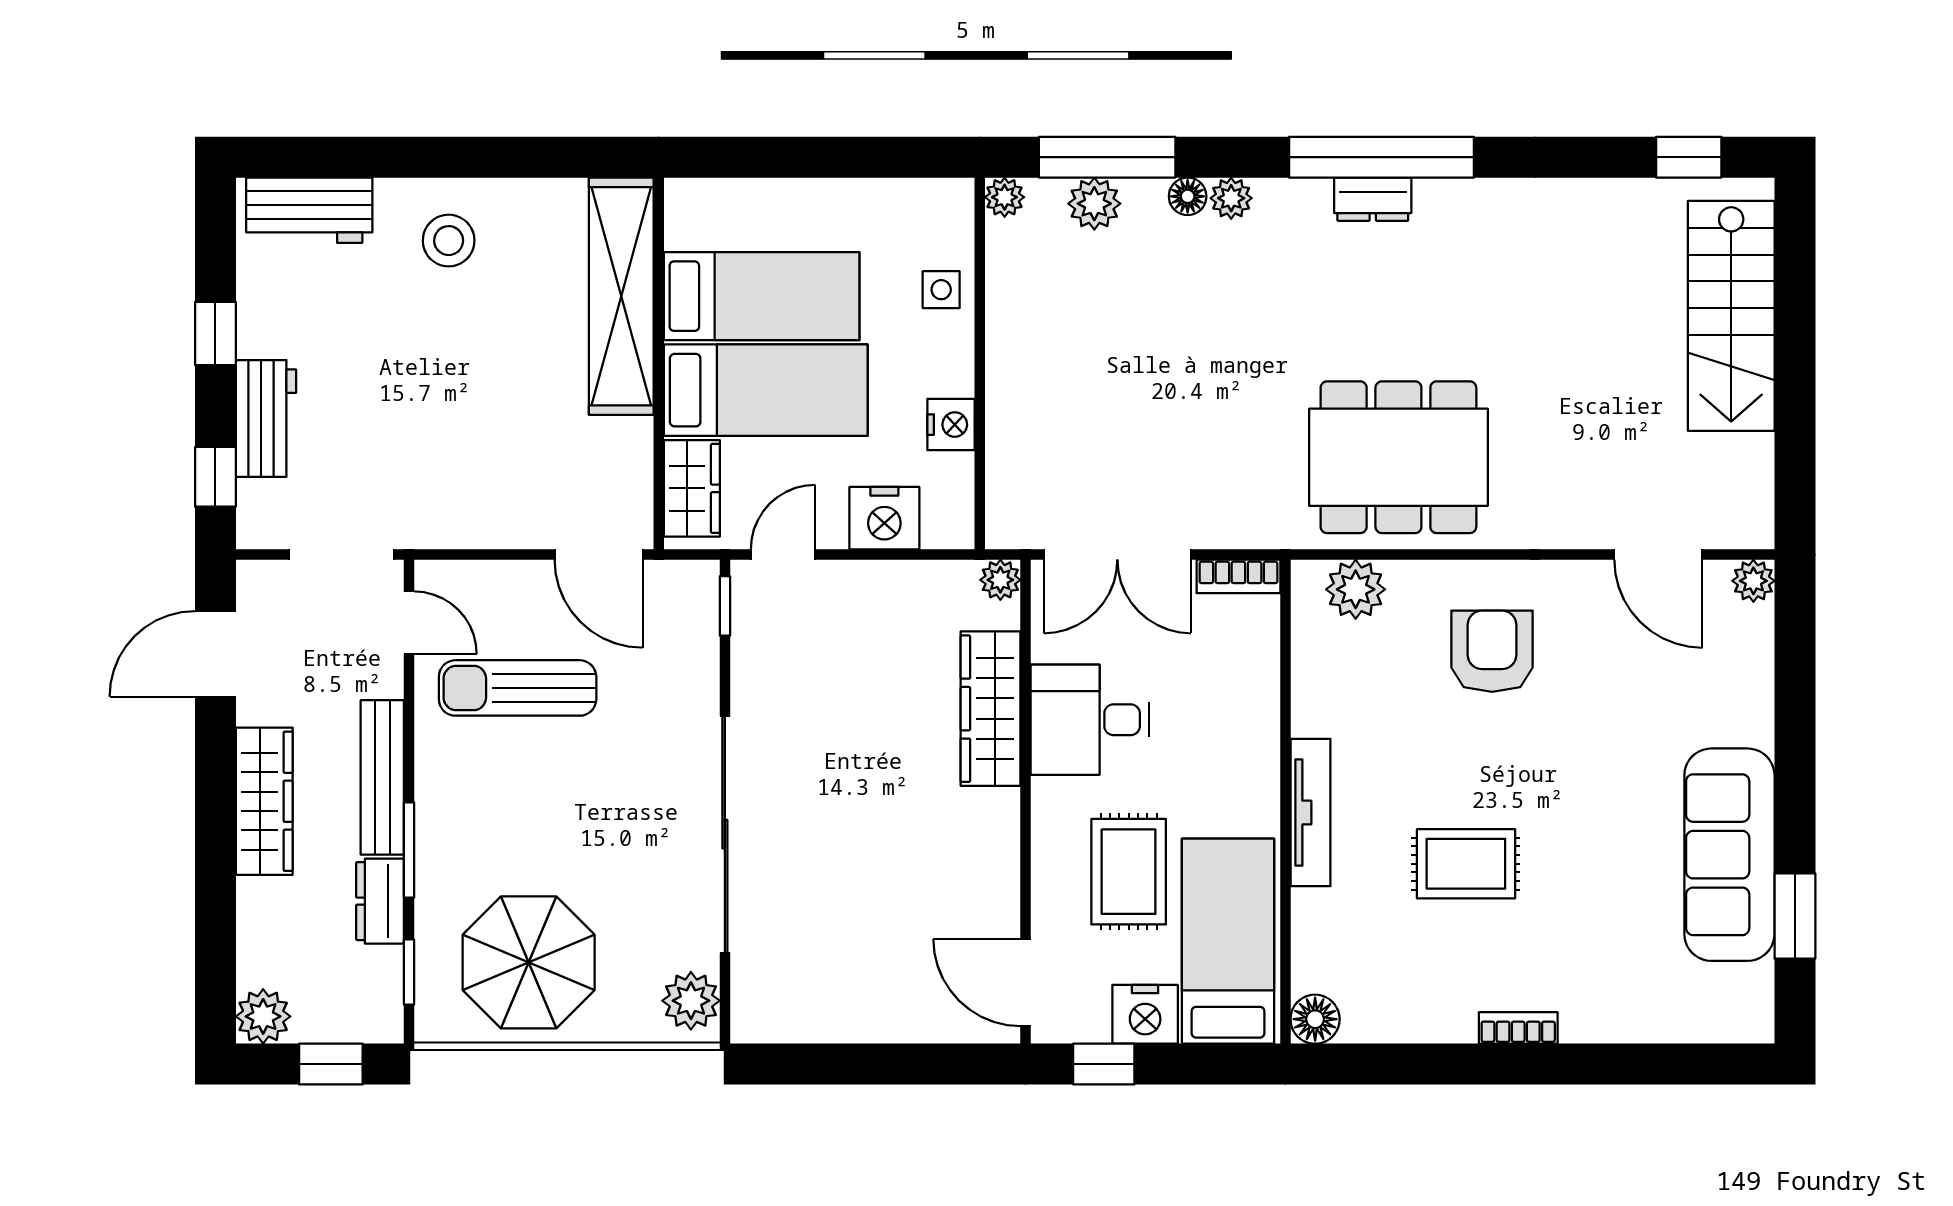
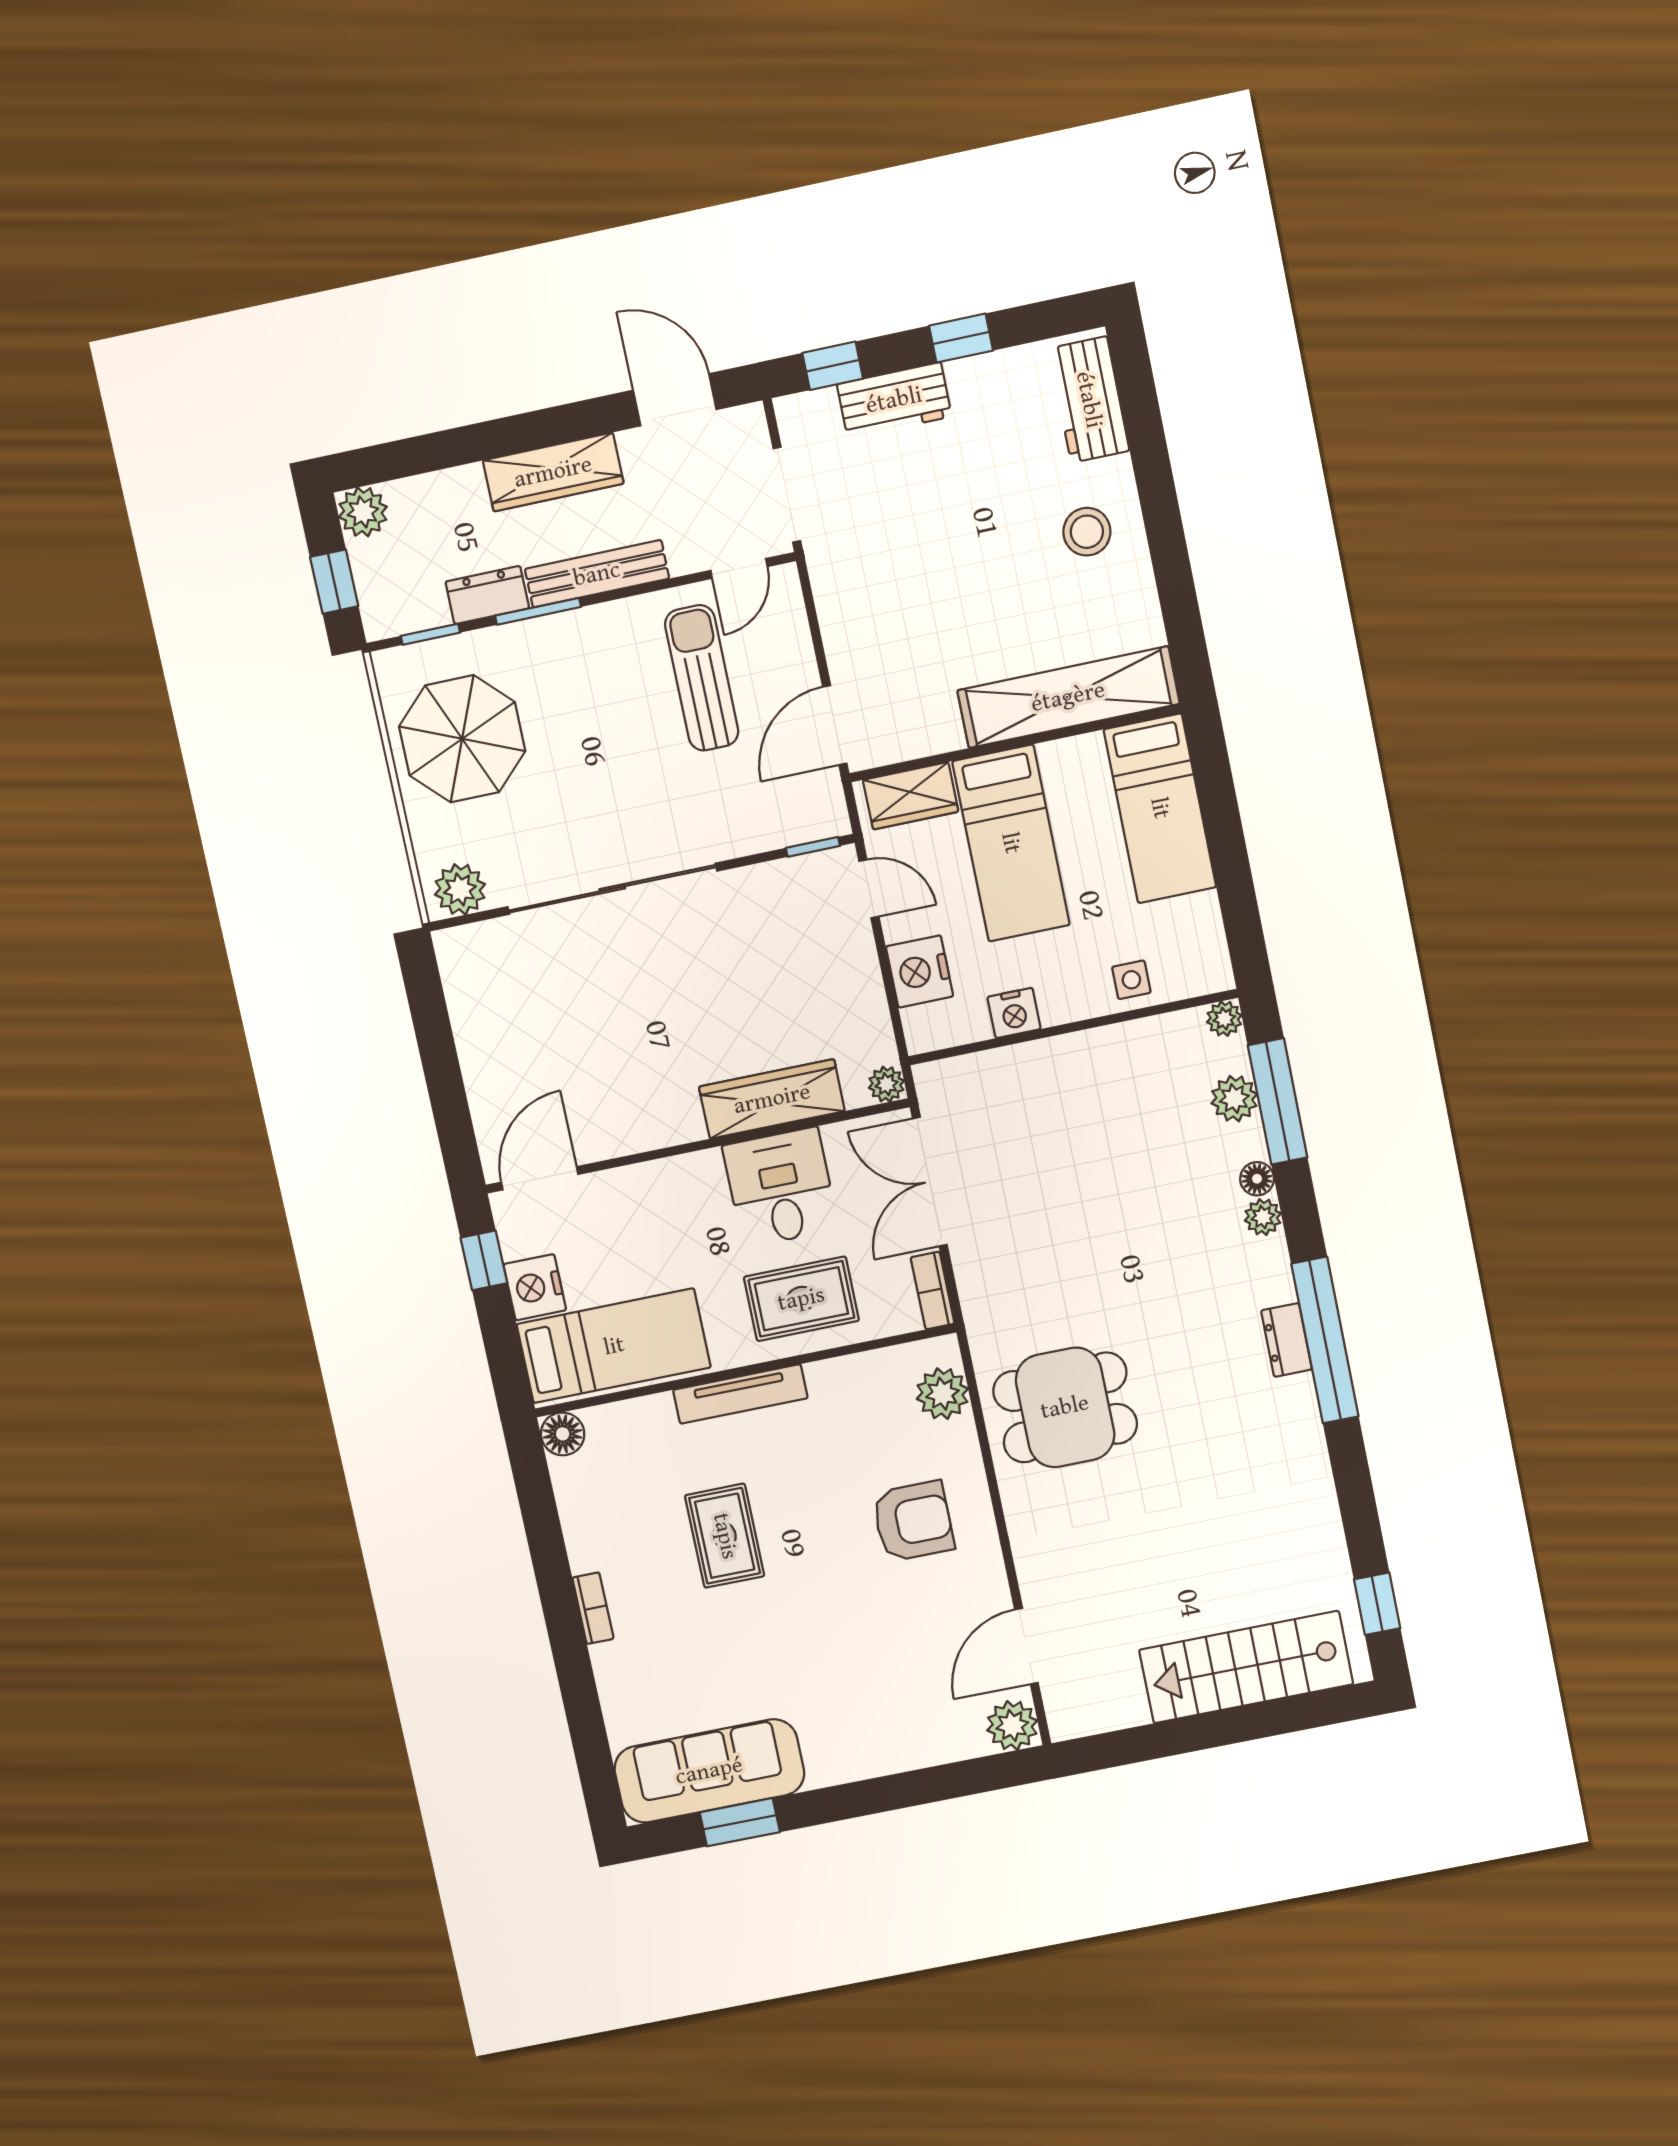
bed: (762, 296) -> (1160, 808), moved
dining table: (1398, 457) -> (1065, 1407), width x0.73
plant: (1753, 581) -> (1012, 1726), width x1.38, depth x1.38
sofa: (1729, 855) -> (709, 1771), moved
rug: (1129, 872) -> (801, 1299), moved

